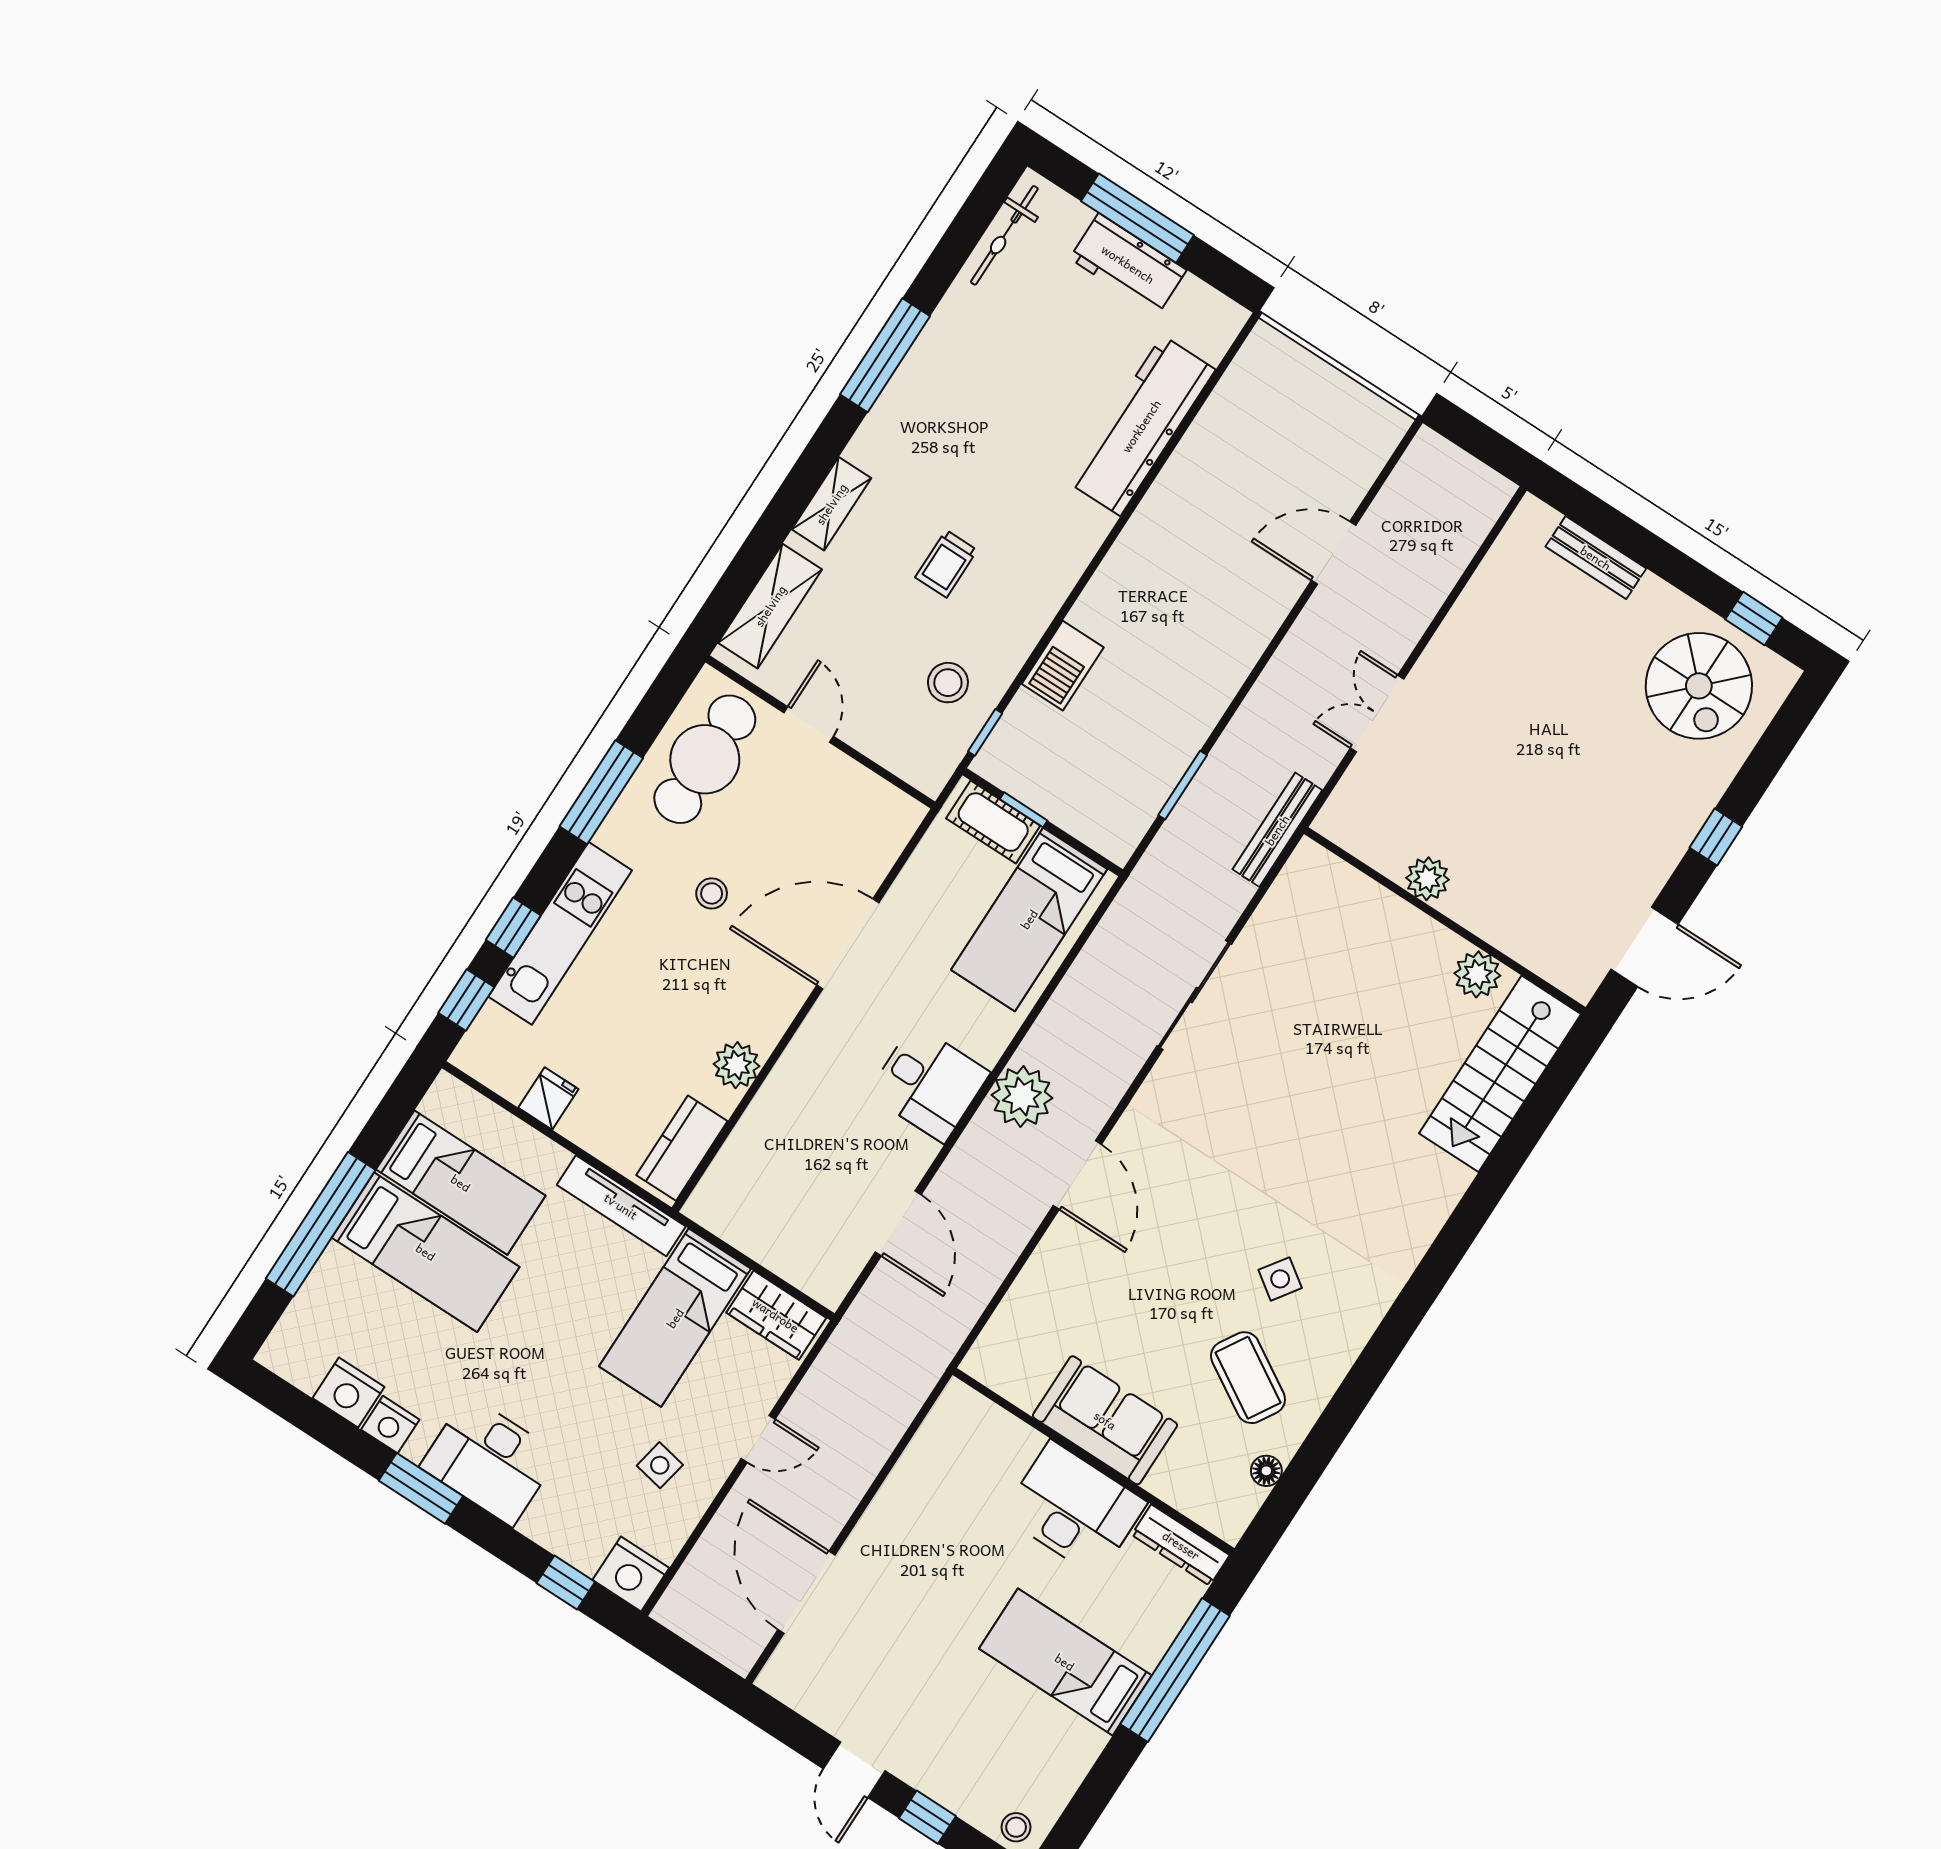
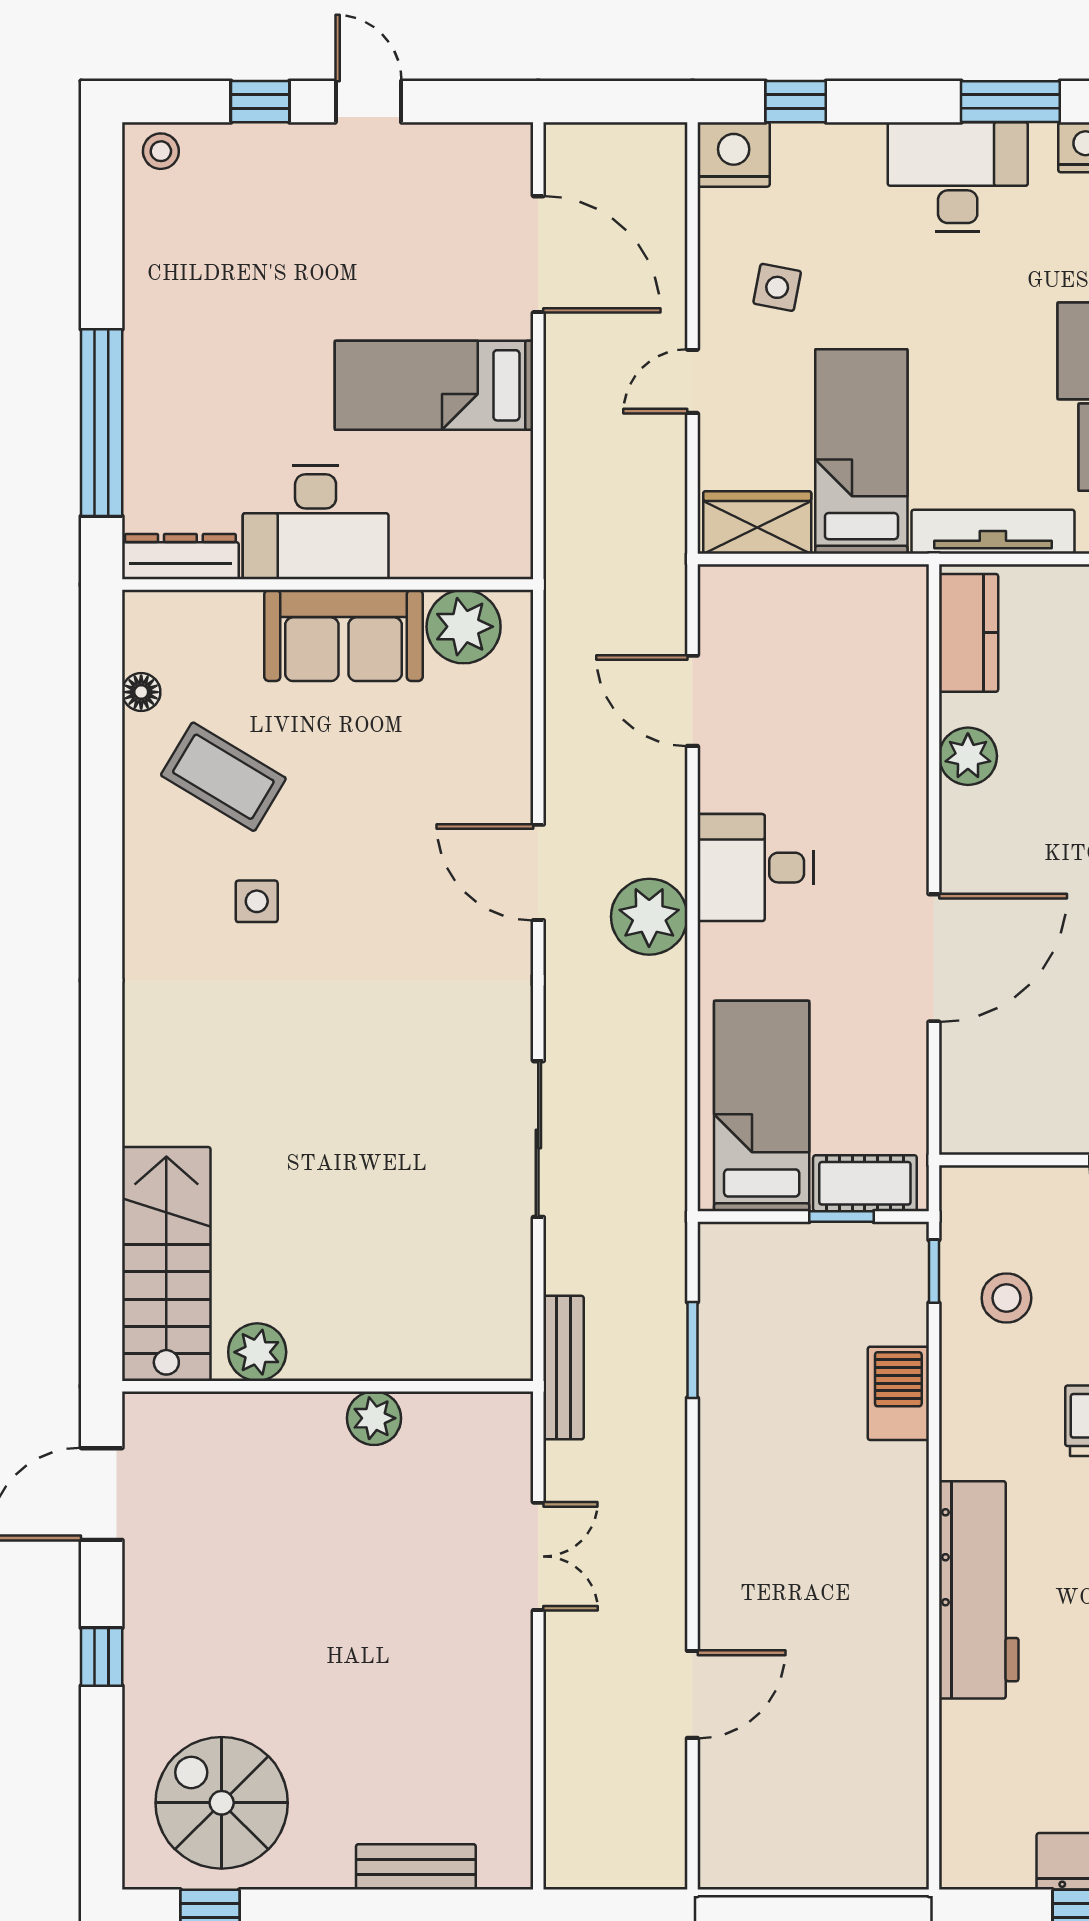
workbench: (1141, 426) -> (979, 1590), moved
side table: (1280, 1279) -> (257, 901), turned -35
plant: (1020, 1374) -> (464, 627), added
bed: (1065, 1662) -> (434, 385), moved, turned 180

